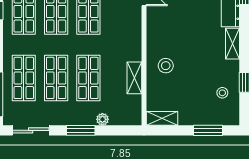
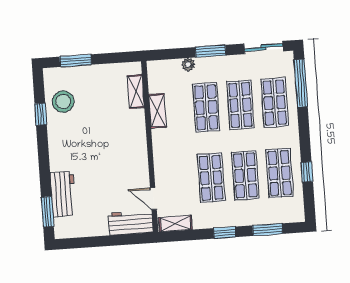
shelving: (232, 44) -> (56, 154), removed
stool: (166, 66) -> (125, 126), removed
stool: (222, 93) -> (63, 102), width x1.89, depth x1.89
shelving: (162, 118) -> (136, 92), moved, turned 90

